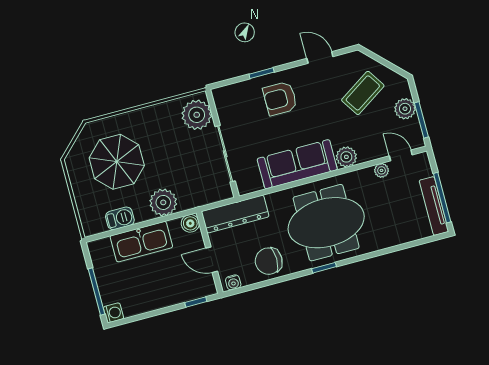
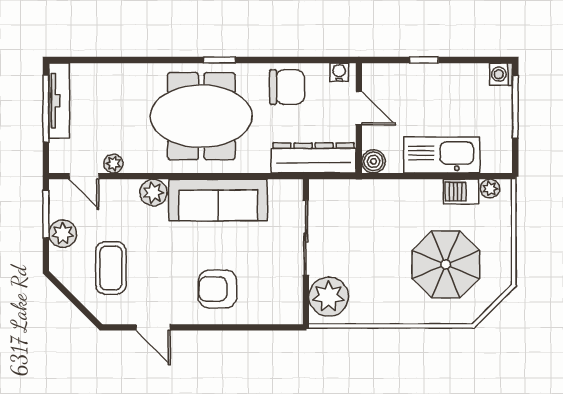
window: (262, 73) -> (232, 327), removed
coffee table: (363, 93) -> (111, 268), turned -57
armchair: (280, 99) -> (217, 289), turned 180
plant: (163, 202) -> (490, 189), moved, width x0.53, depth x0.53
window: (196, 302) -> (424, 60), moved

